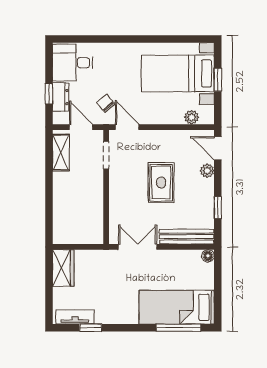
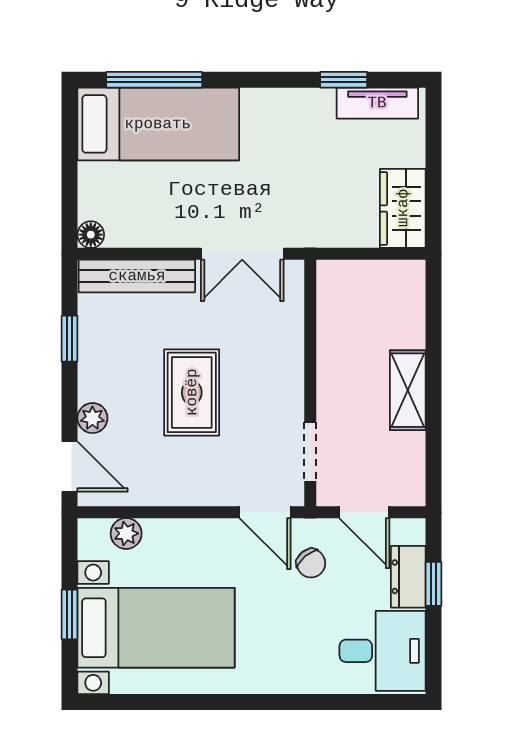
shelving: (61, 153) -> (408, 390), moved

